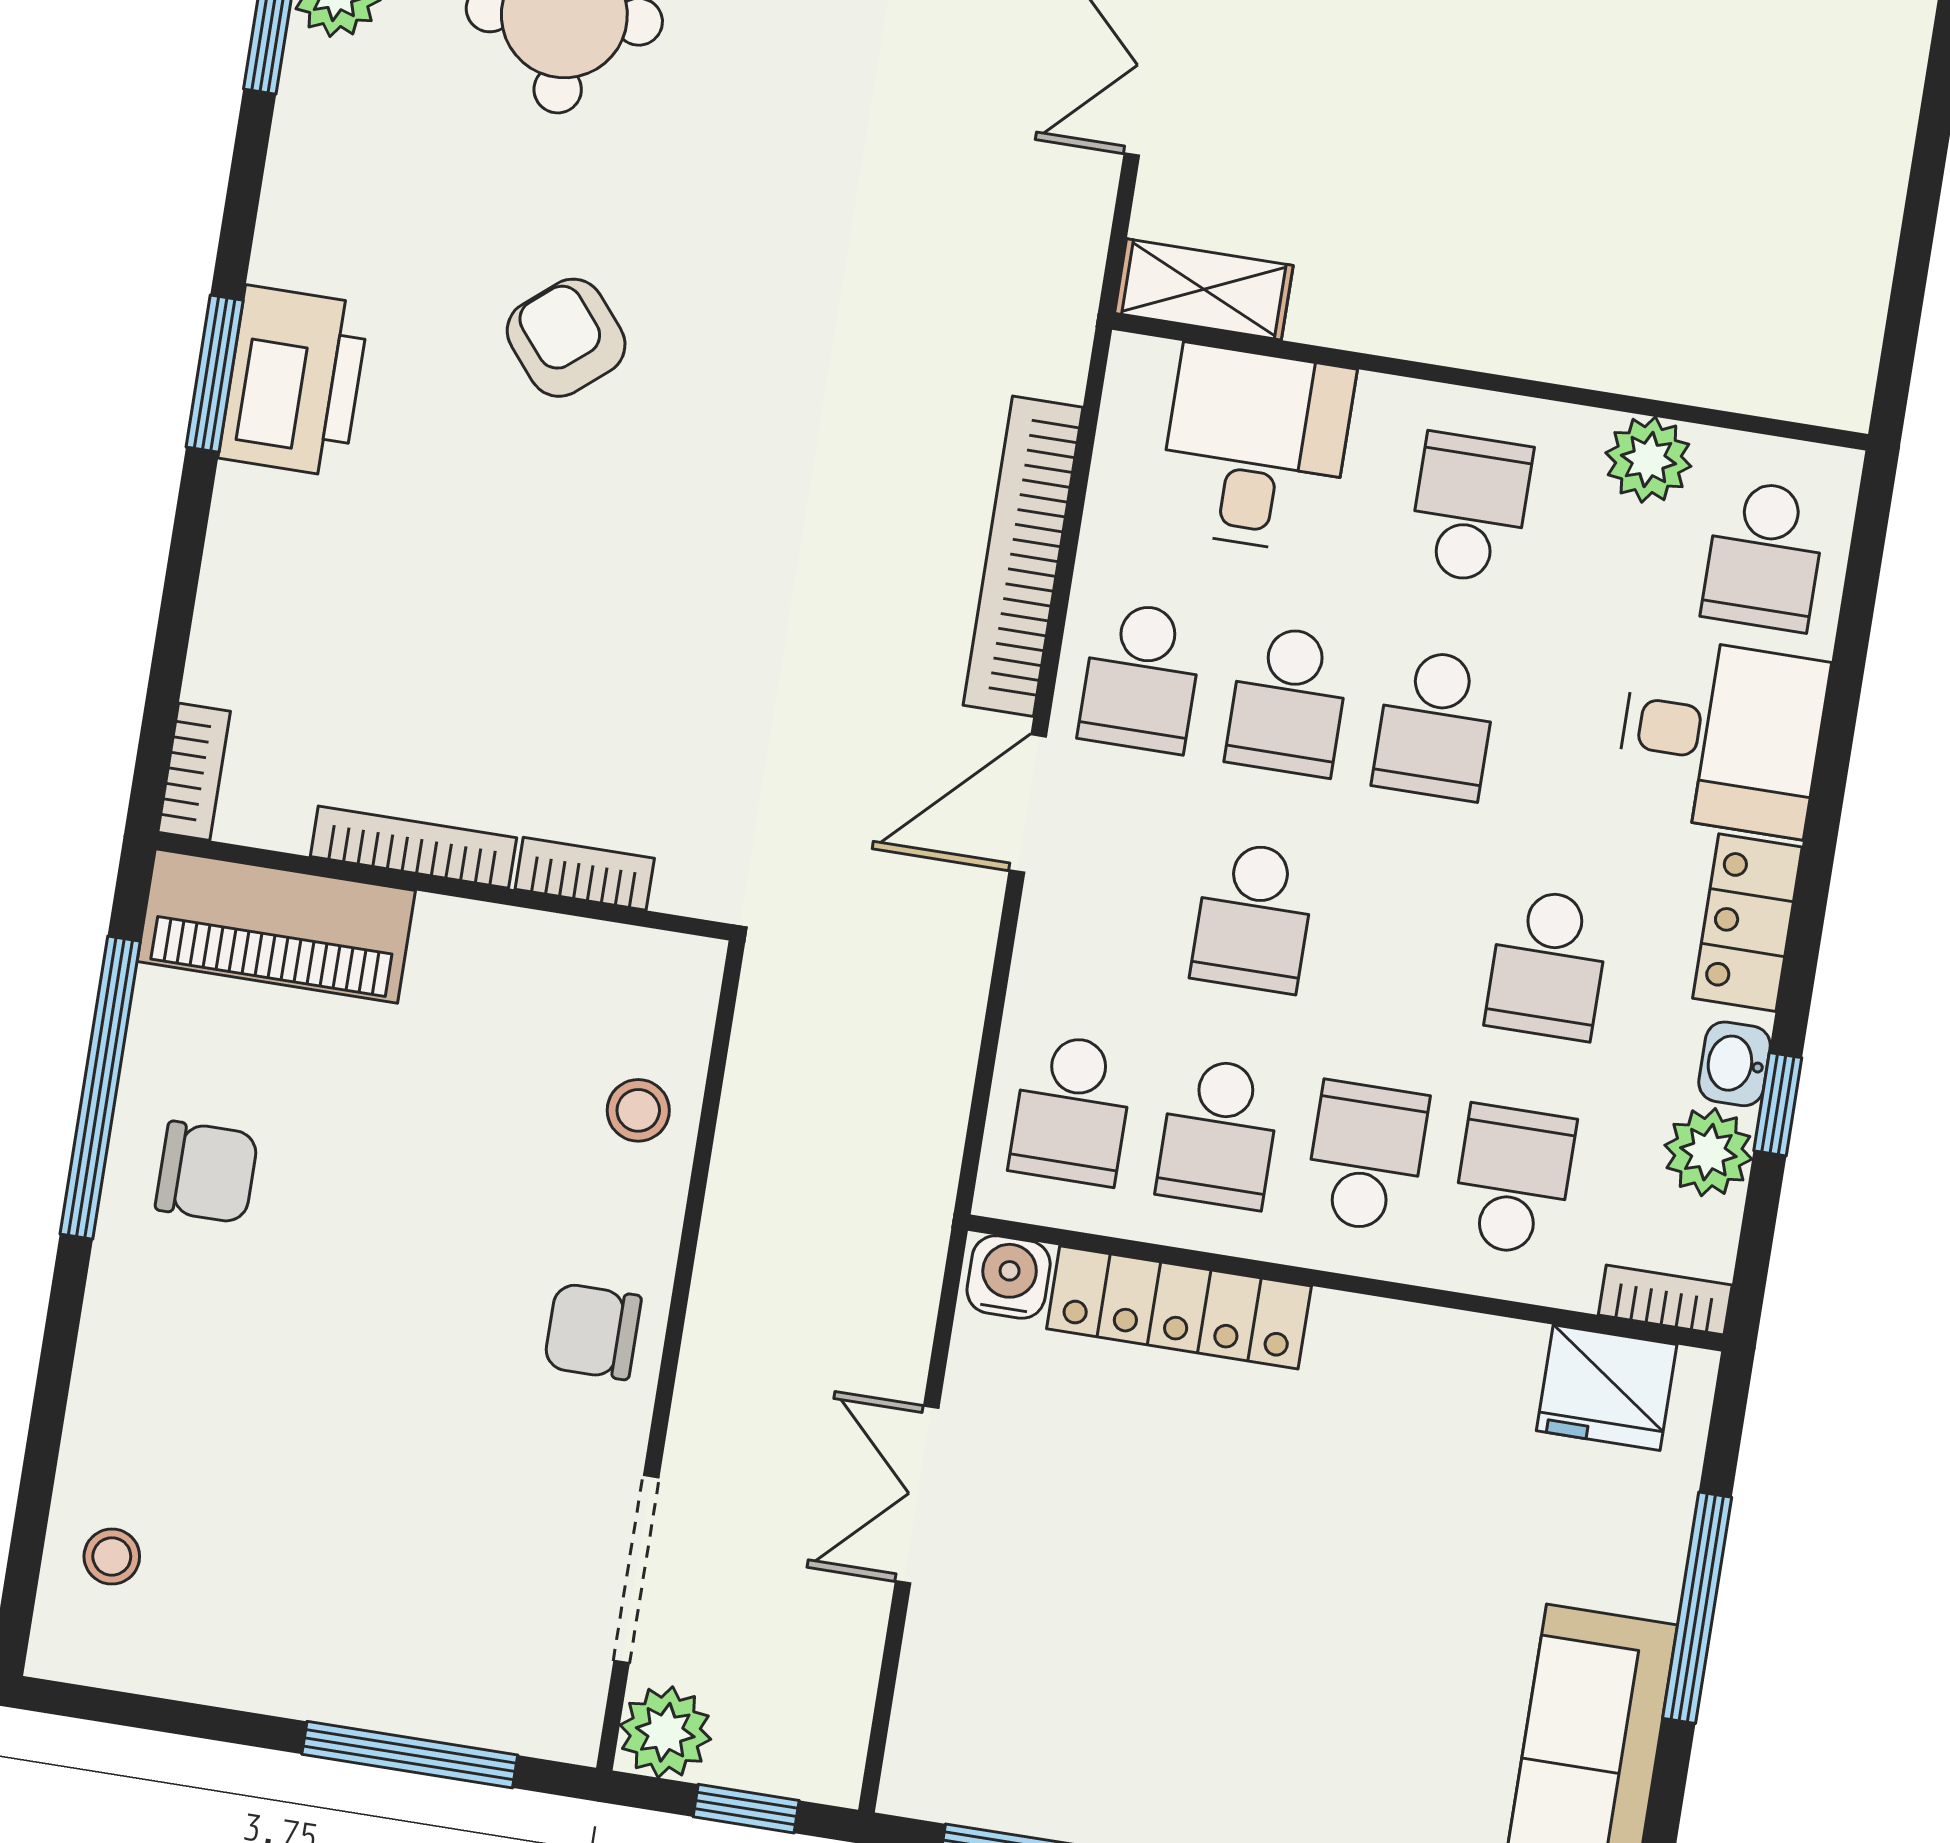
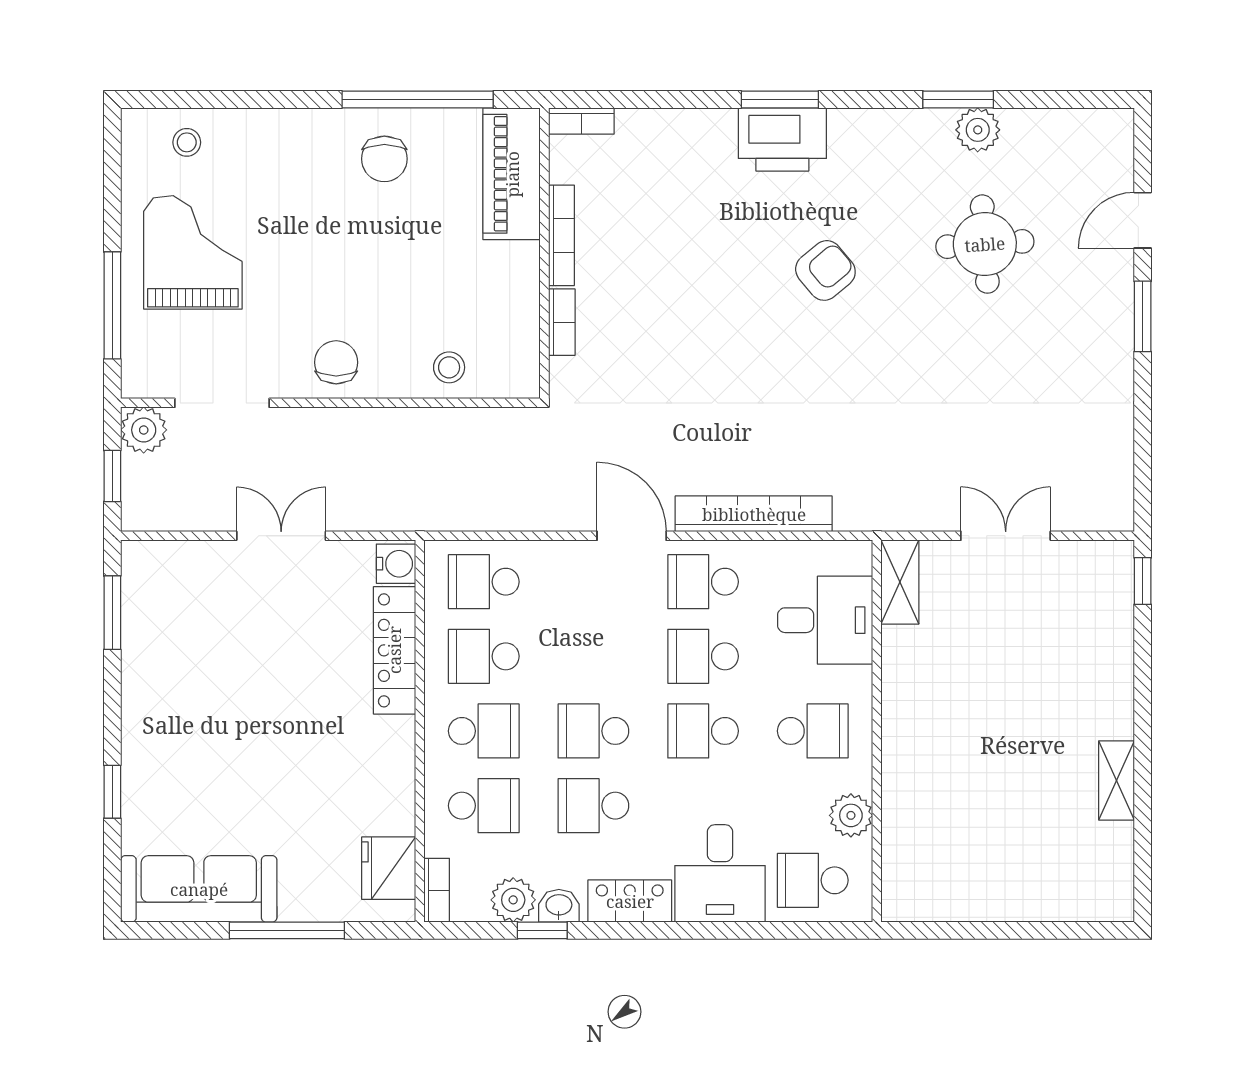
school desk: (1254, 917) -> (593, 731), moved
grand piano: (331, 1579) -> (193, 252), added

